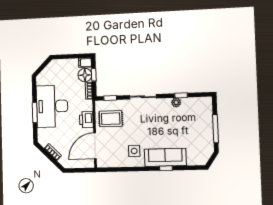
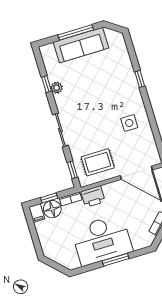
rug: (111, 119) -> (98, 162), turned 90
printer: (86, 120) -> (93, 197), moved
sofa: (165, 157) -> (81, 45), moved, turned -90

